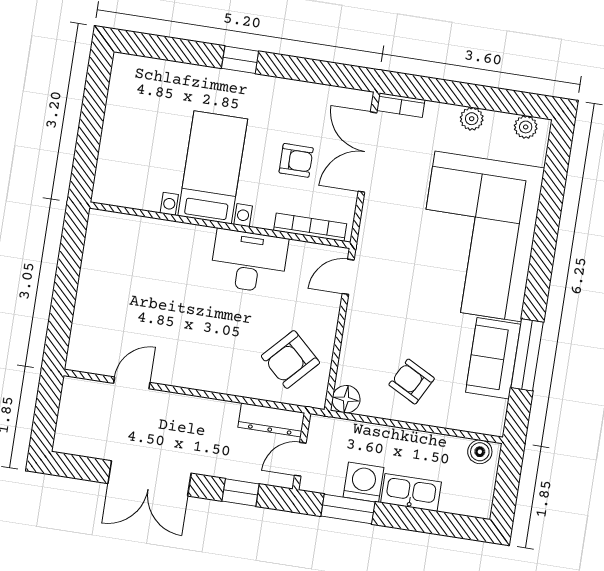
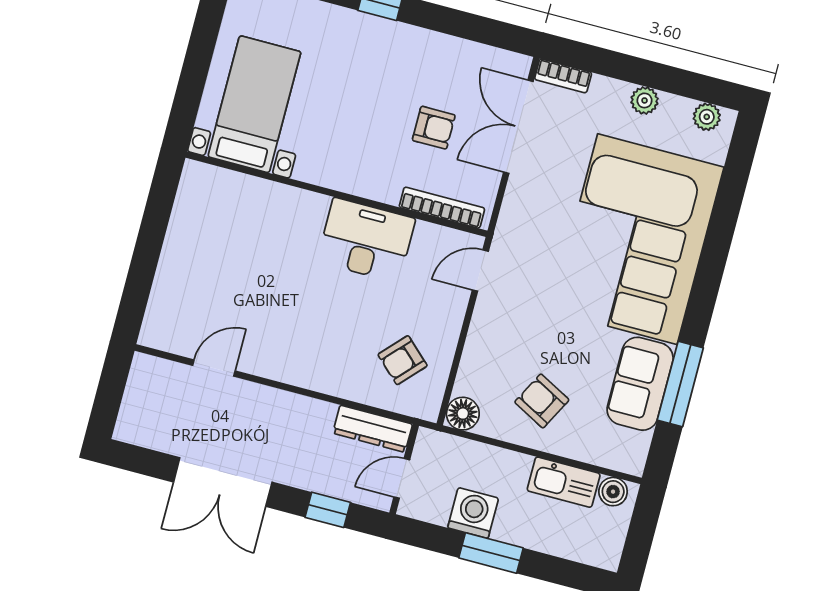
bed with nightstands: (213, 167) -> (254, 104), moved
armchair: (290, 359) -> (403, 360), width x0.72, depth x0.72
kitchen sink: (411, 492) -> (564, 482), moved, turned 180
window: (348, 509) -> (491, 553), moved

